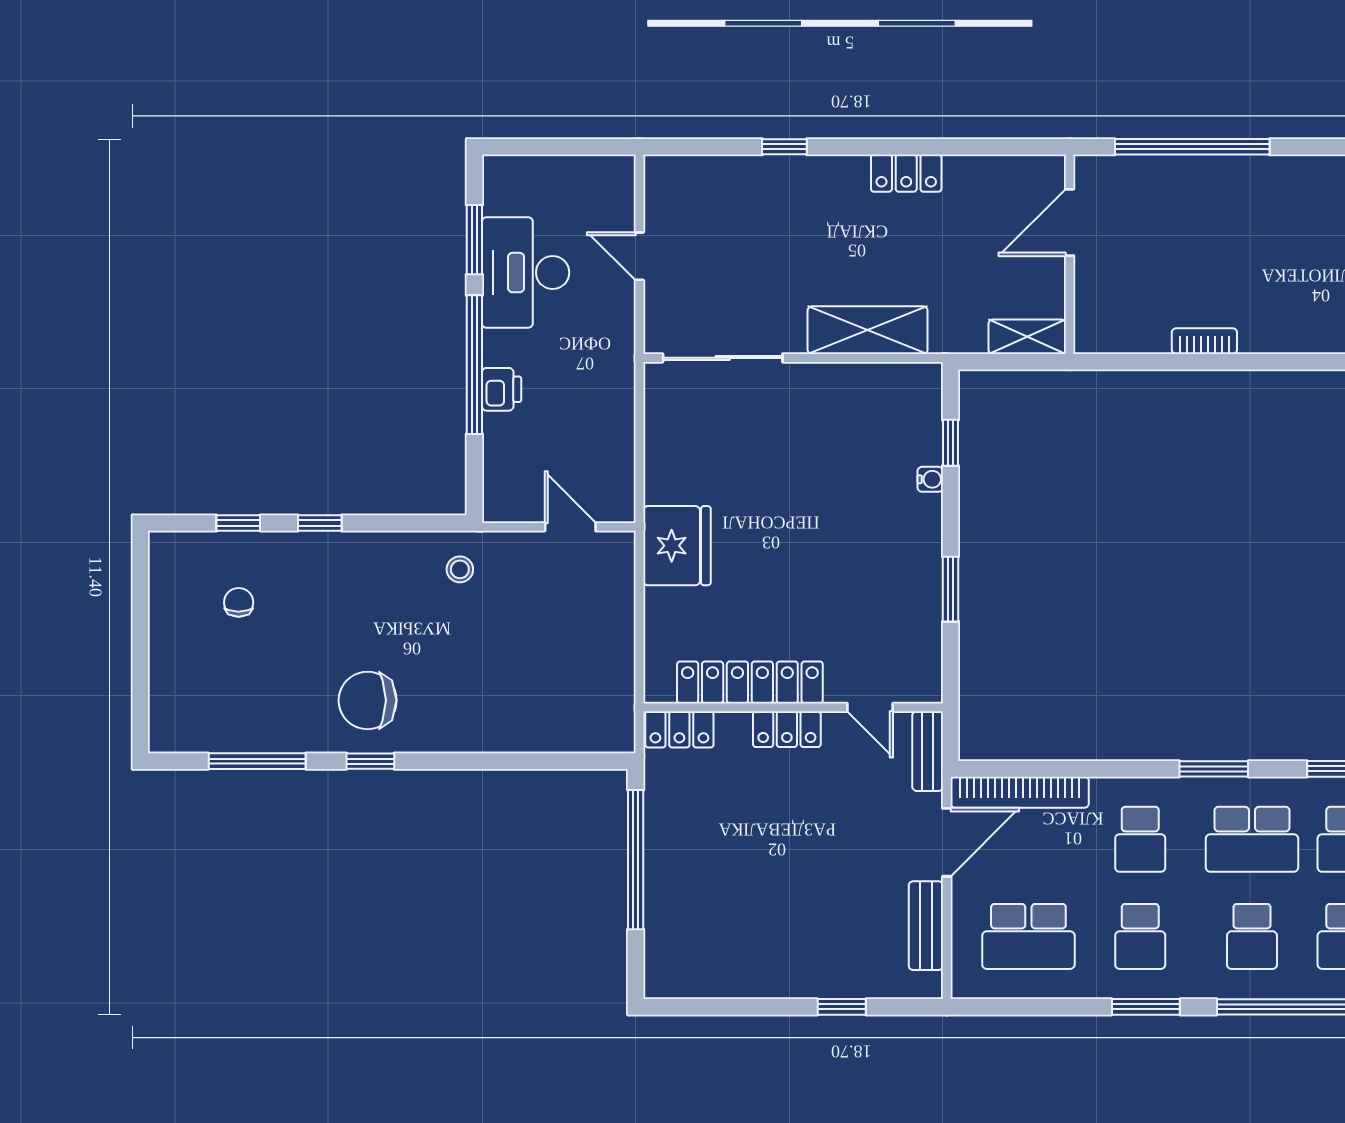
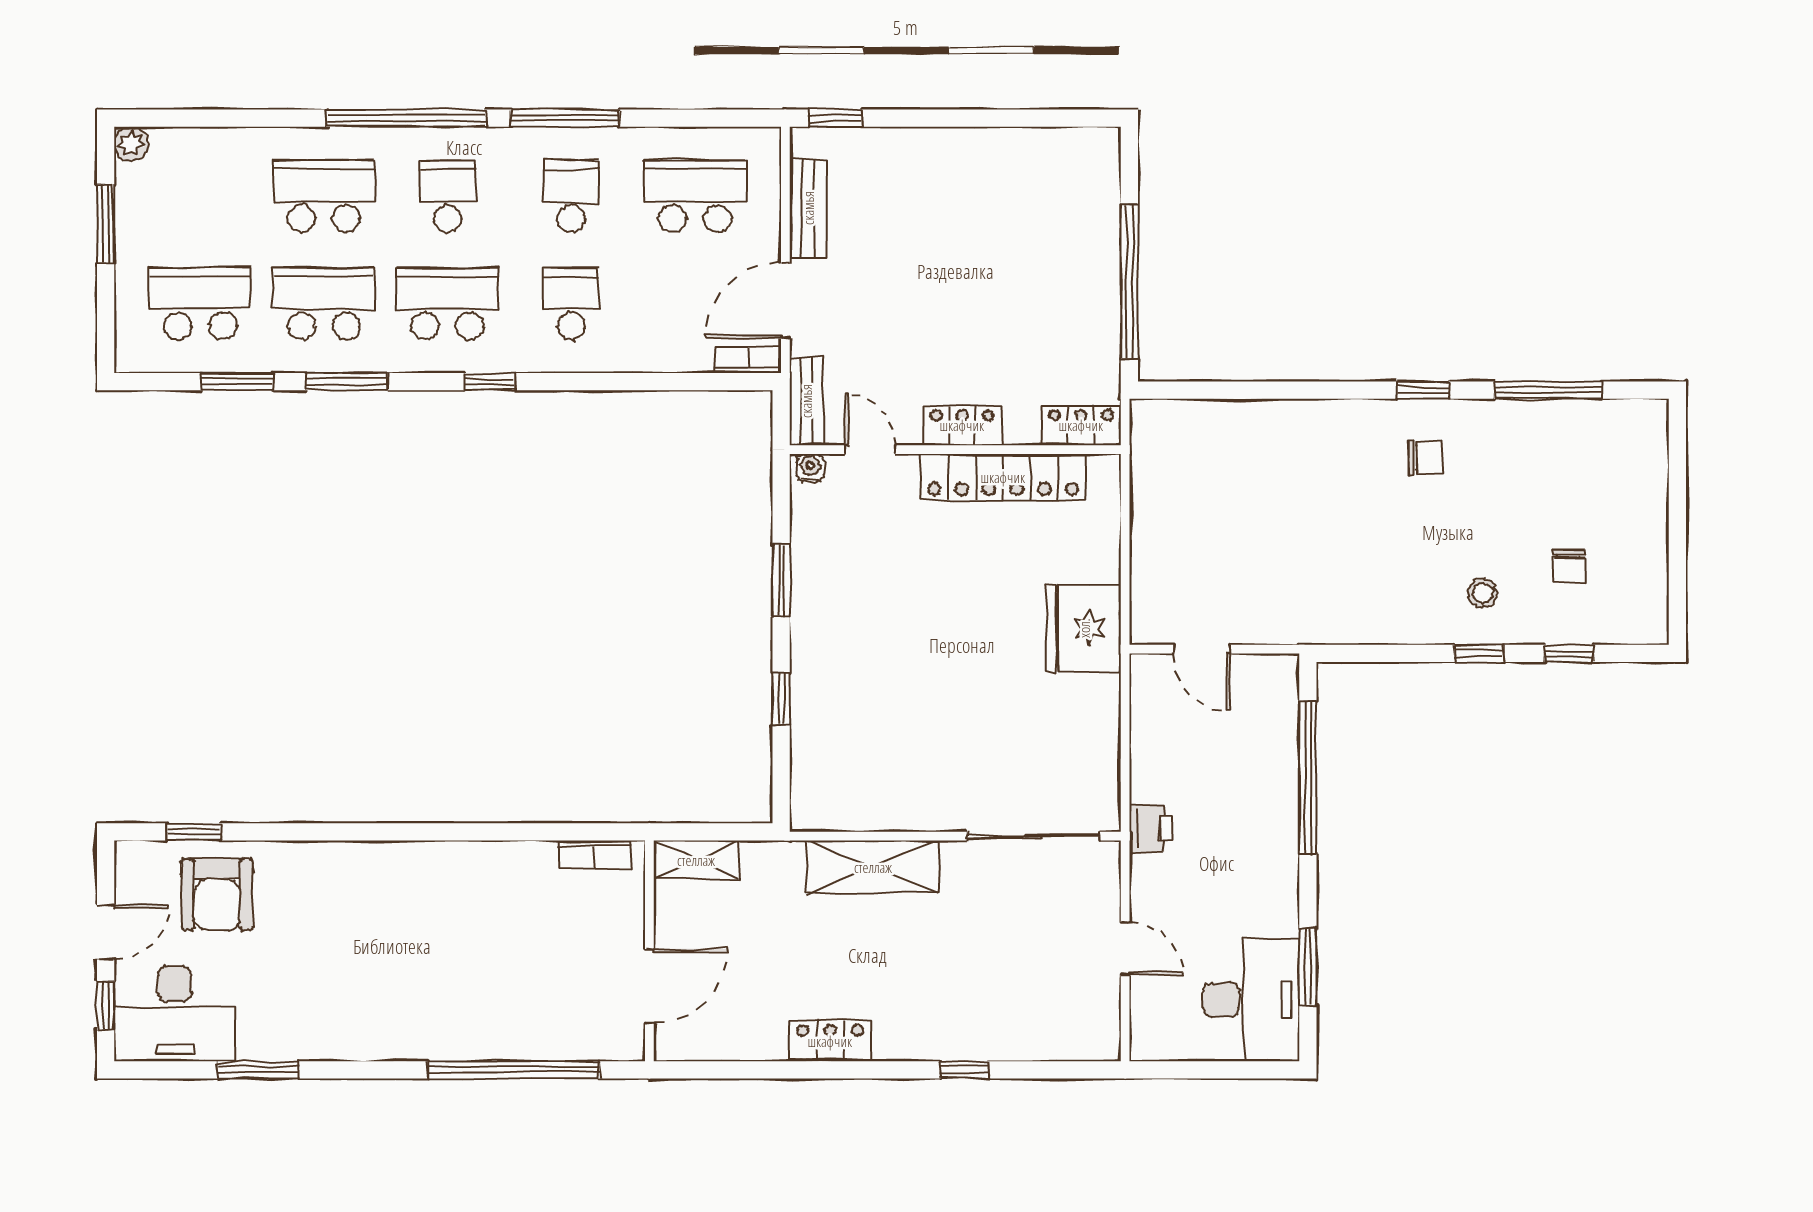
desk: (526, 273) -> (1251, 1000), moved
bookcase: (1204, 341) -> (595, 855), moved
window: (474, 365) -> (1308, 778), moved
printer: (502, 389) -> (1151, 828), moved, turned 180
window: (951, 443) -> (781, 699), moved
water cooler: (930, 479) -> (810, 468), moved, turned 90
stool: (460, 569) -> (1483, 593), moved
chair: (368, 700) -> (1426, 457), width x0.54, depth x0.54
window: (1214, 769) -> (490, 382), width x0.67
bookcase: (1020, 792) -> (748, 360), width x0.43, depth x0.76
window: (842, 1007) -> (835, 118), moved
window: (1146, 1007) -> (565, 118), width x1.44

